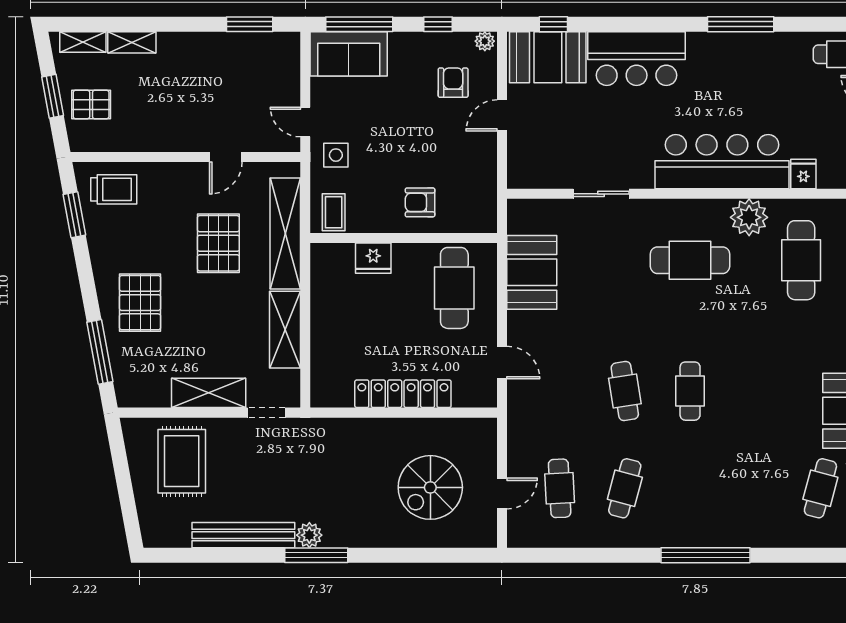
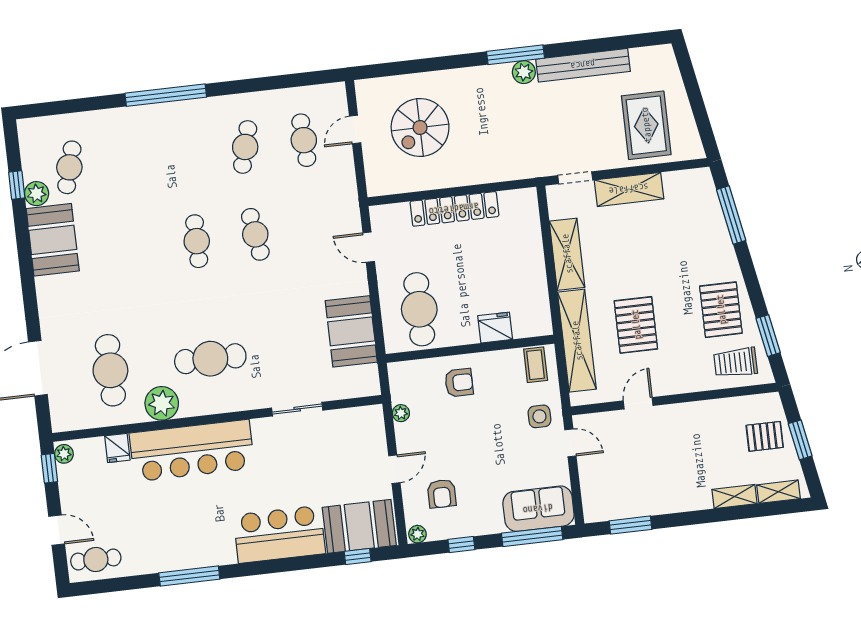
plant: (488, 176) -> (401, 413), added
pallet: (140, 303) -> (721, 310), moved
spiral stairs: (430, 487) -> (420, 127), turned 180

